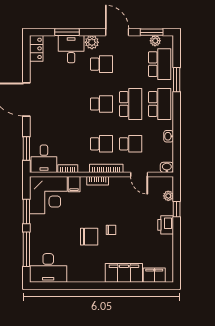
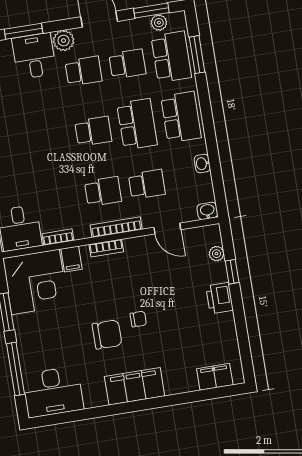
school desk: (131, 64) -> (127, 64), added
window: (177, 80) -> (197, 55), moved
filing cabinet: (124, 273) -> (135, 386), moved

